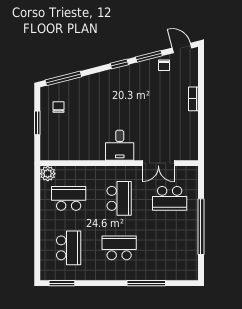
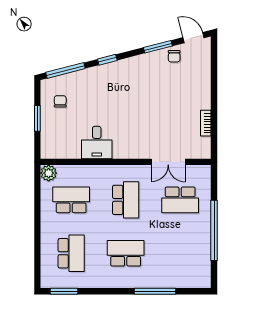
window: (119, 64) -> (107, 60), moved
bookcase: (193, 99) -> (206, 123), moved
desk: (120, 145) -> (97, 142), moved

